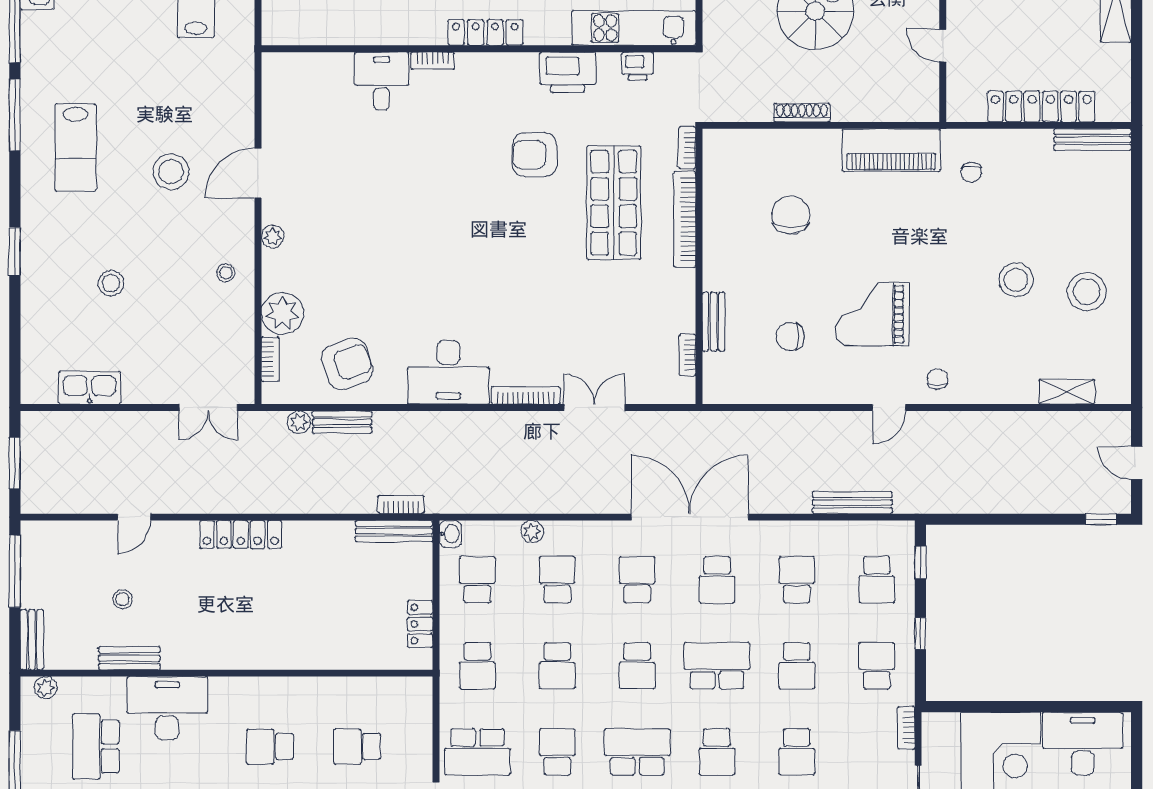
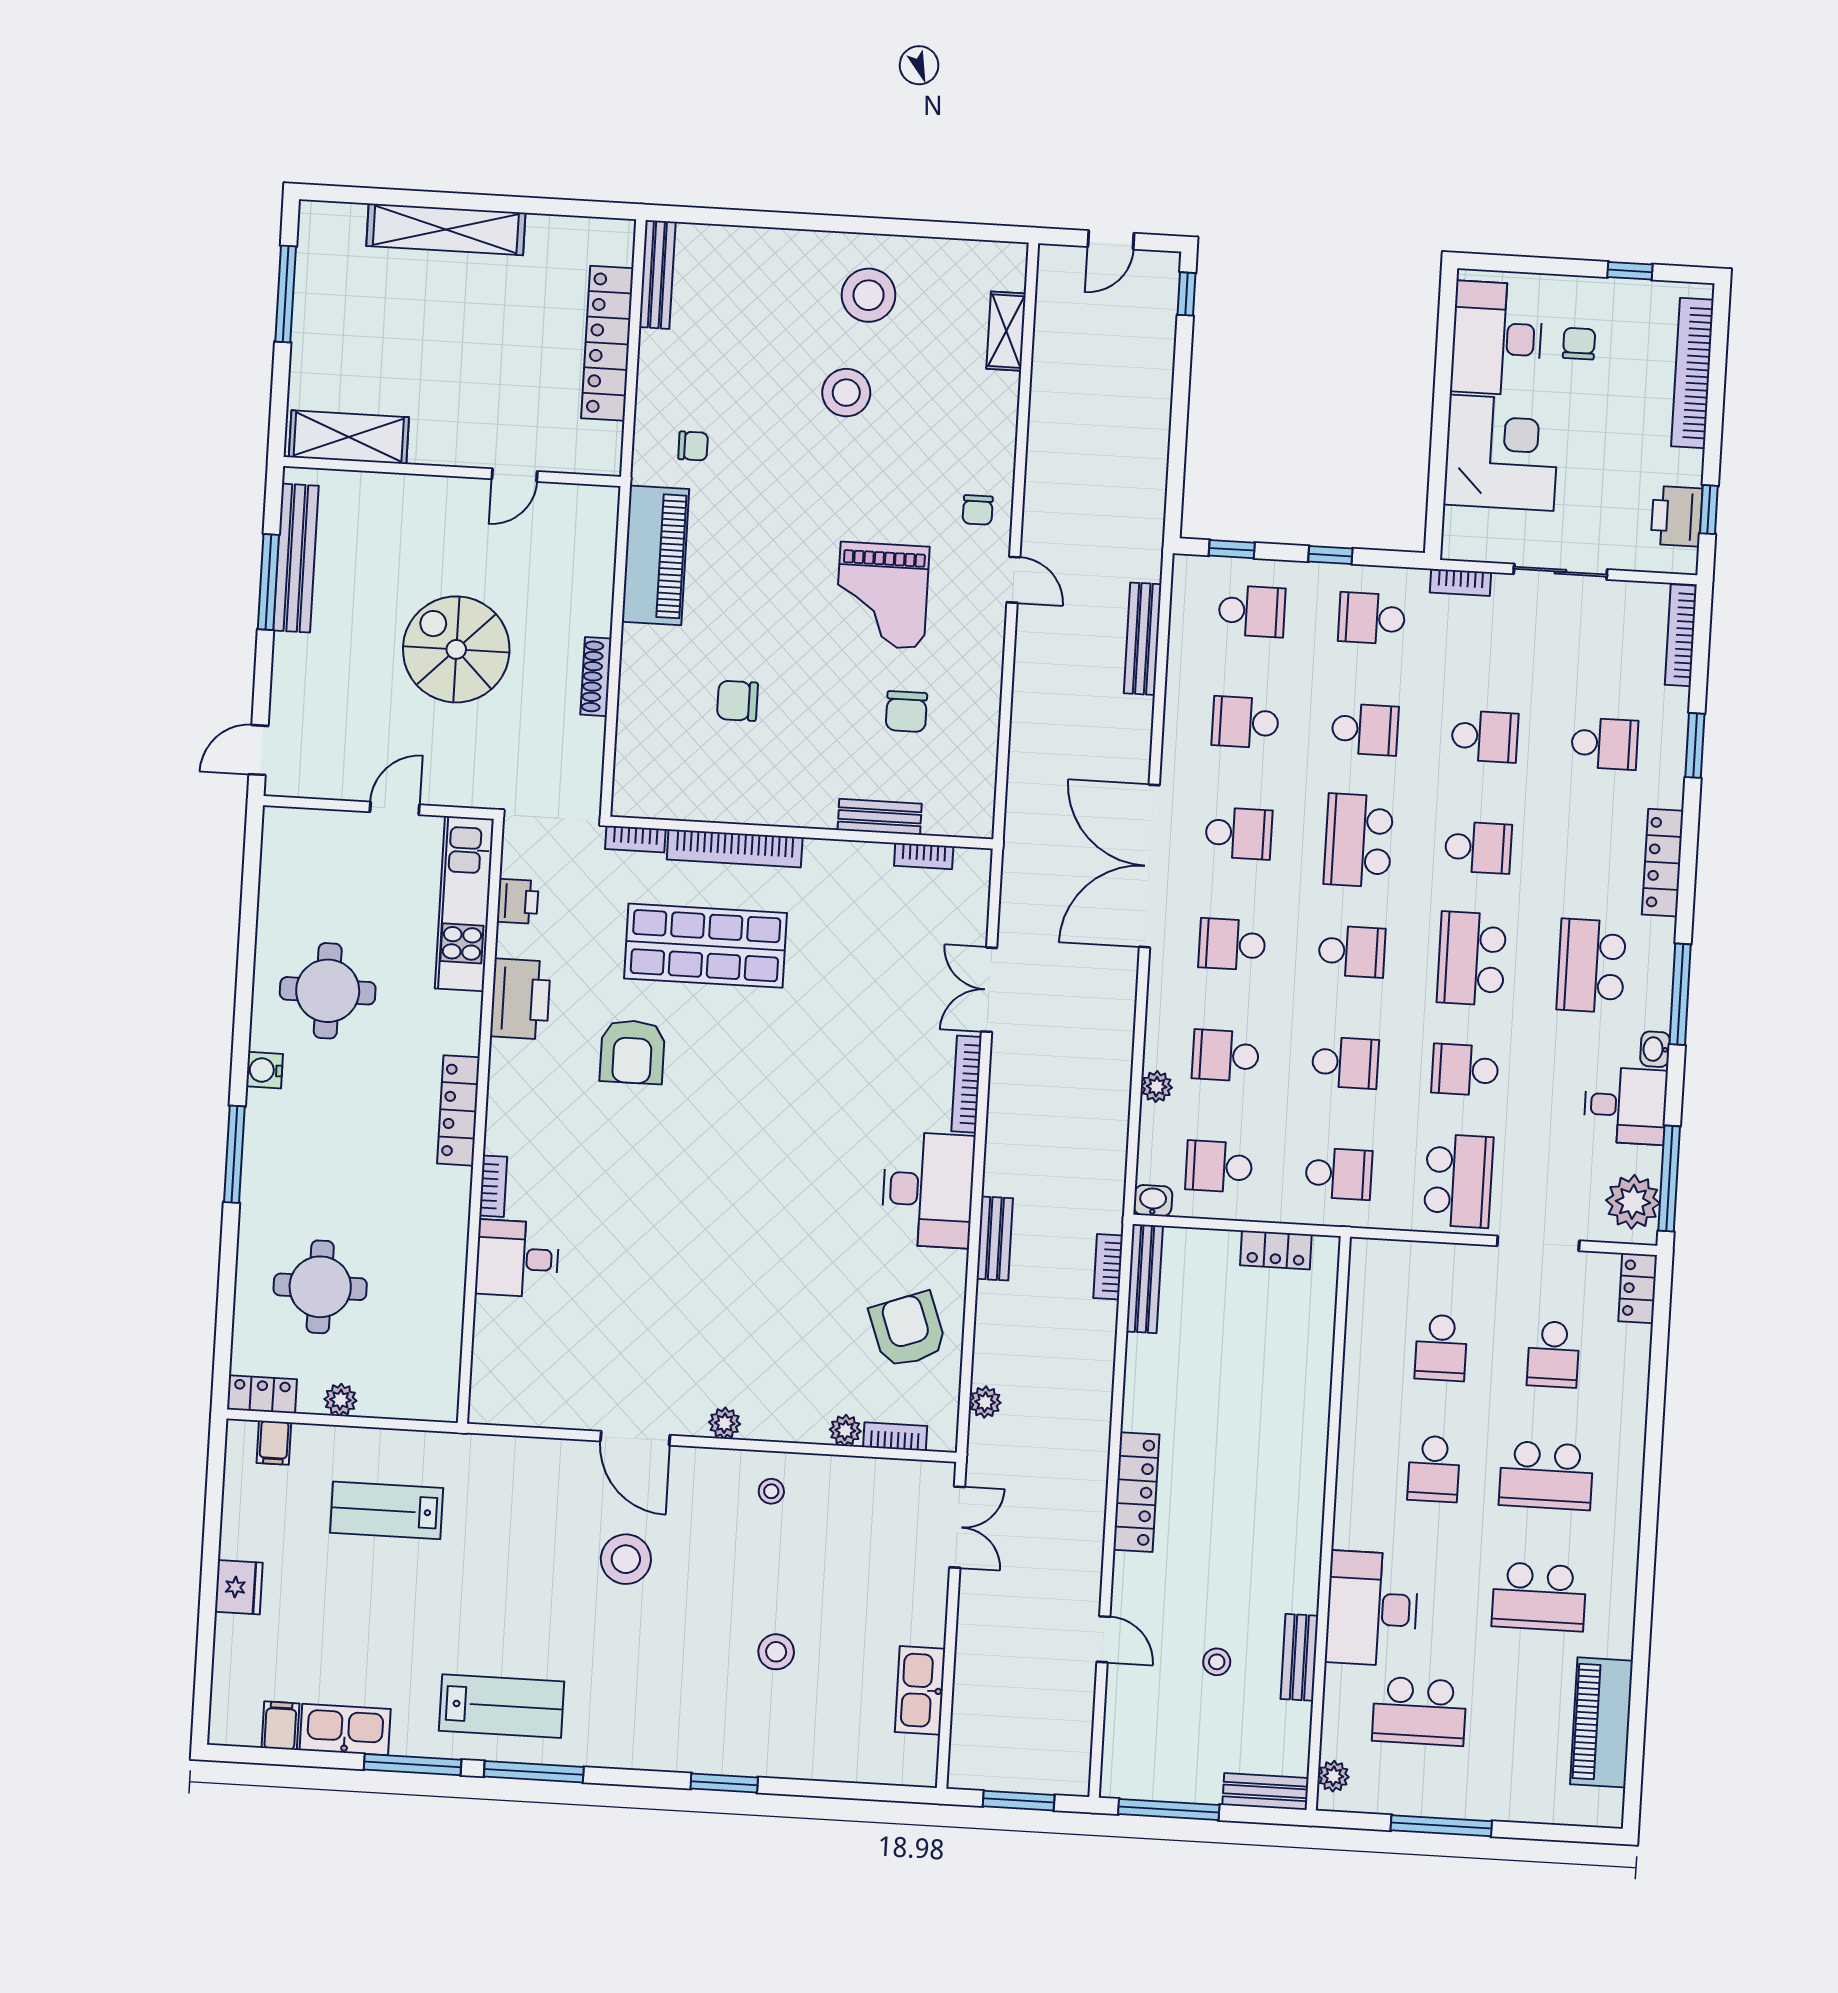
lab bench: (75, 147) -> (502, 1706), moved
chair: (791, 215) -> (737, 701), width x0.73, depth x0.73
plant: (282, 313) -> (845, 1430), width x0.53, depth x0.53
chair: (937, 379) -> (978, 510), turned -90
bench: (342, 422) -> (995, 1239), moved

